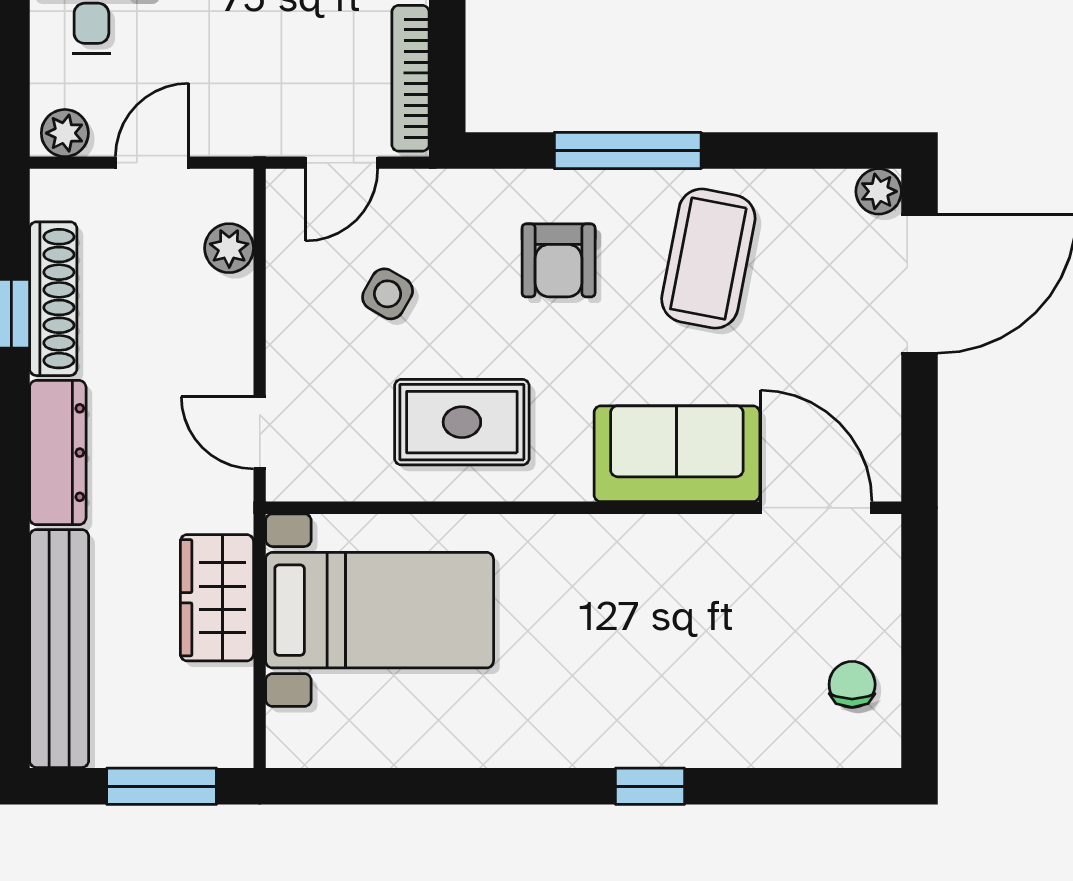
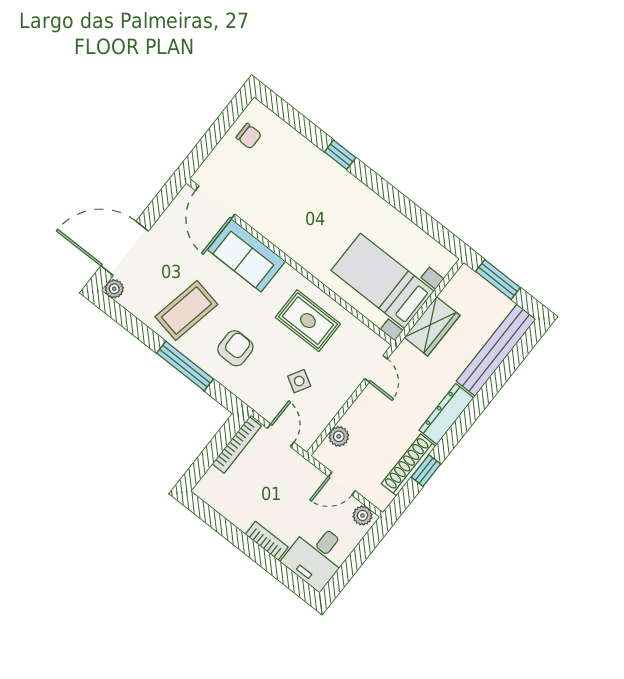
door: (342, 163) -> (281, 435), hinge flipped
chair: (852, 684) -> (249, 136), turned -90

